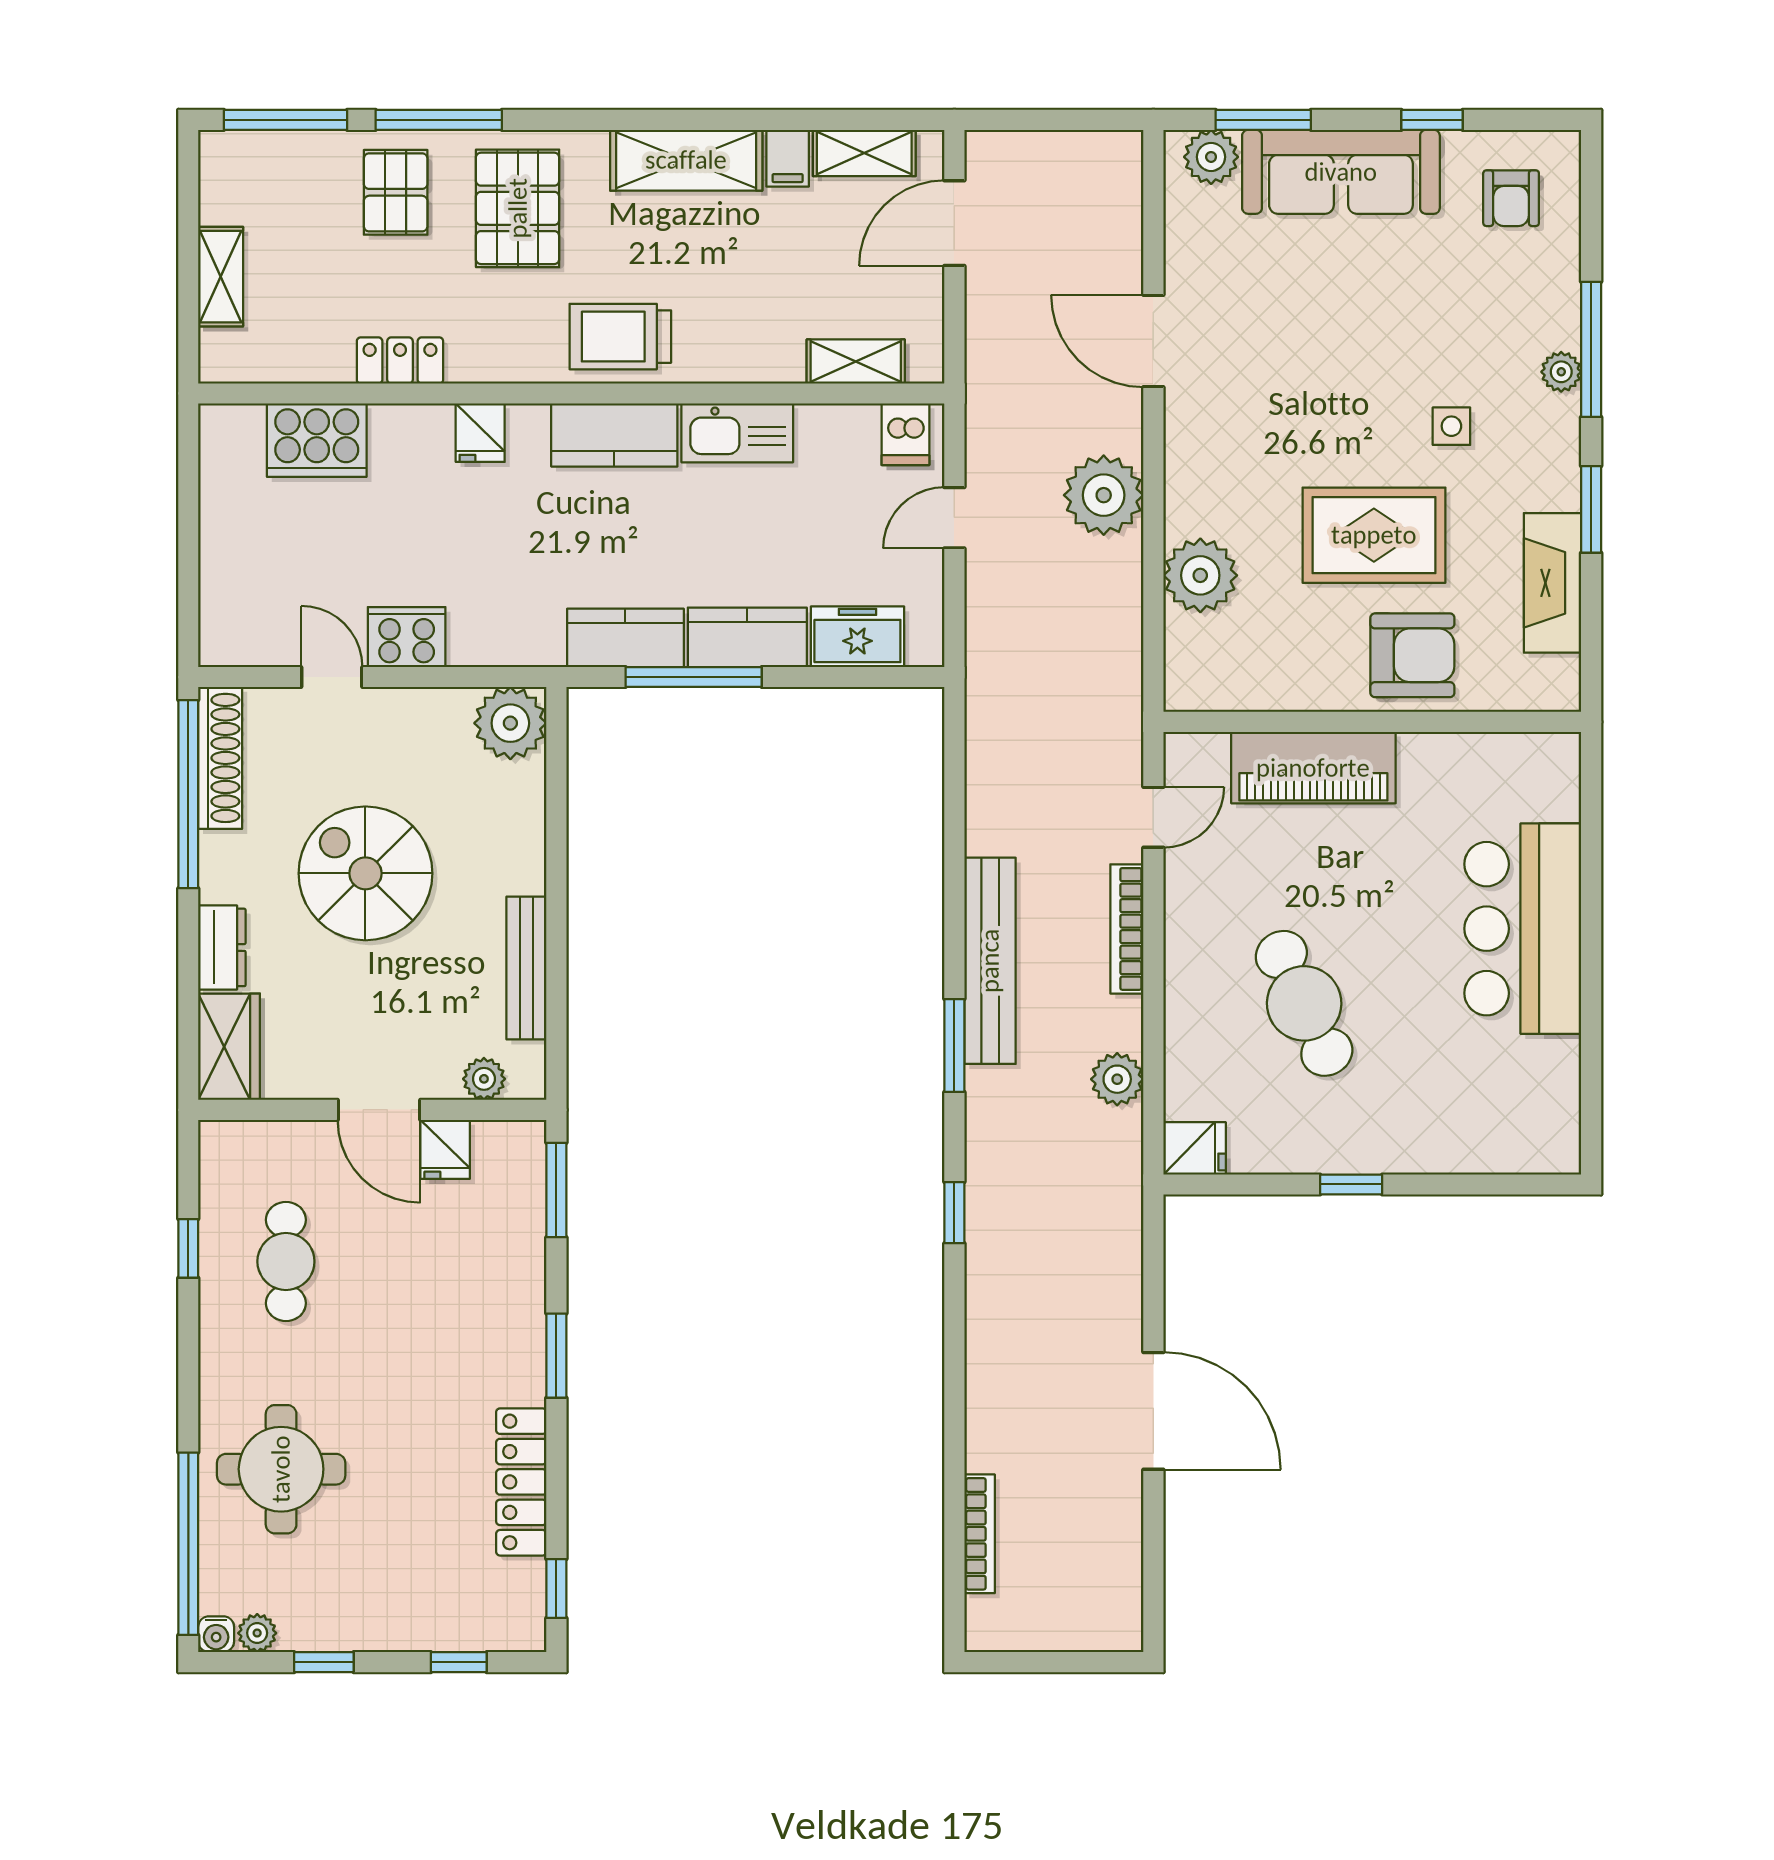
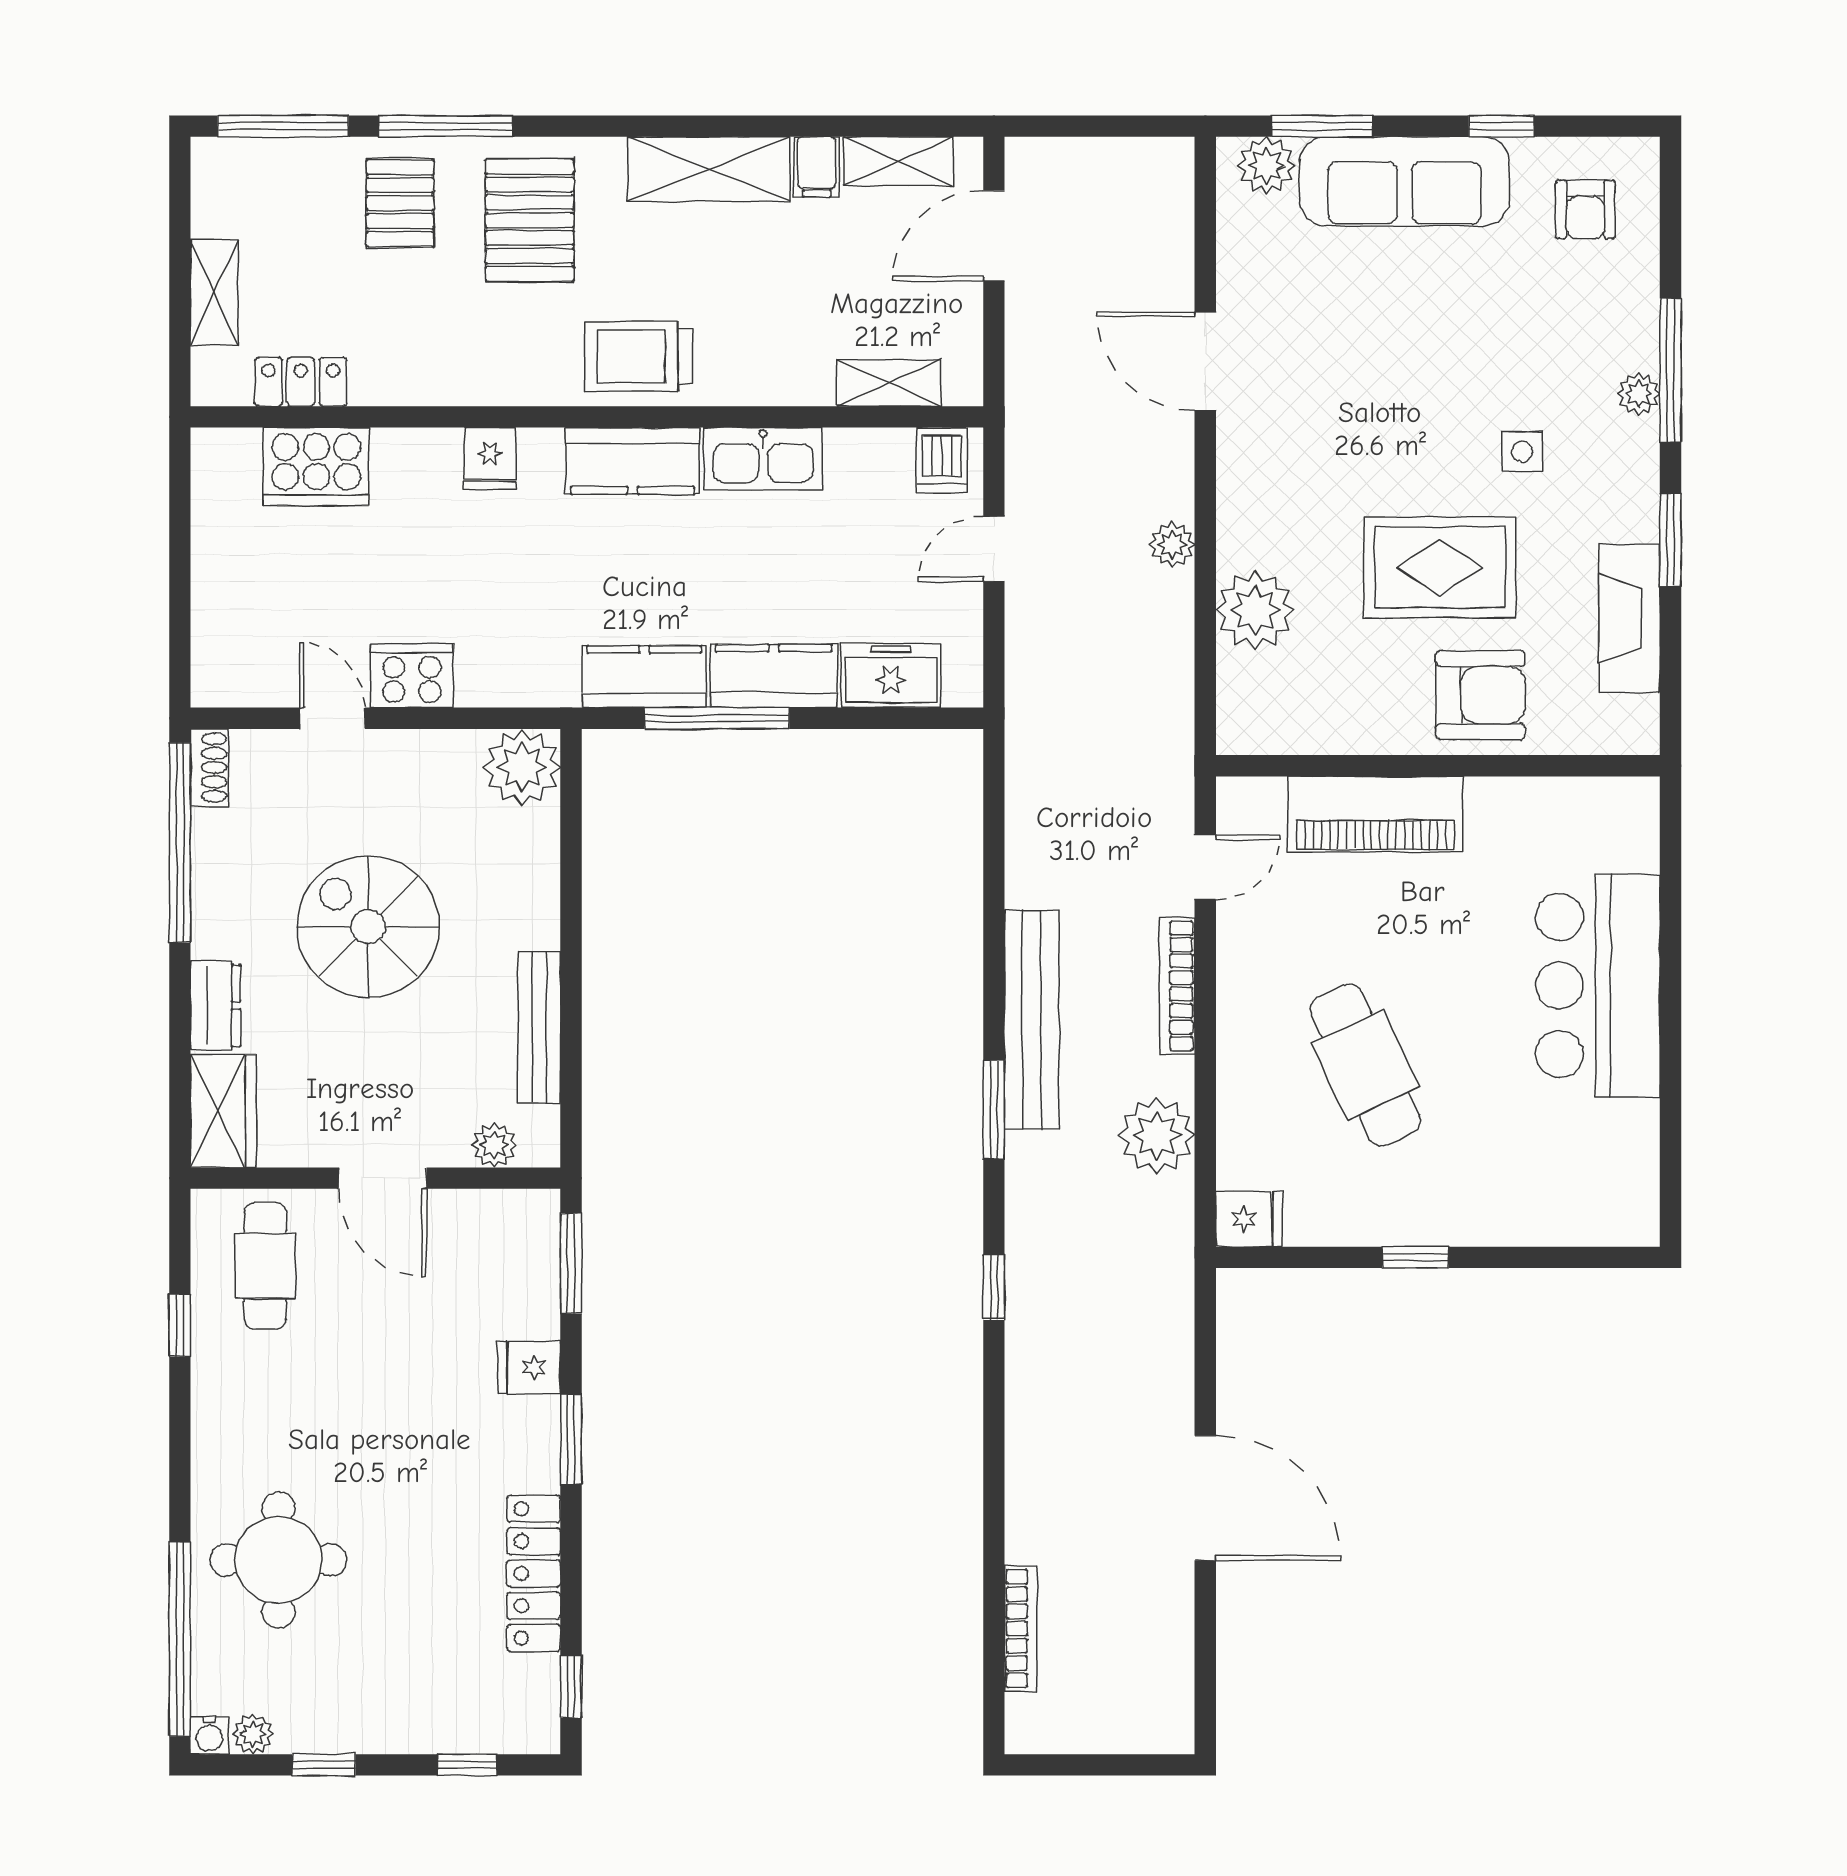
locker: (400, 360) -> (301, 382), moved
plant: (1104, 495) -> (1172, 545), width x0.53, depth x0.53
shoe rack: (220, 758) -> (209, 768), width x0.51, depth x0.81
plant: (1117, 1079) -> (1157, 1135), width x1.36, depth x1.36
fridge: (445, 1149) -> (529, 1367), moved, turned 90
cafe table: (286, 1261) -> (265, 1266), moved

